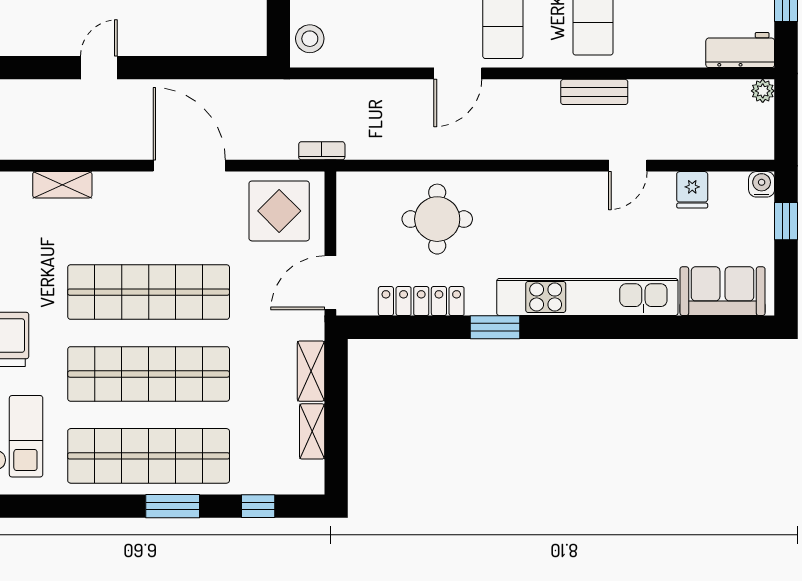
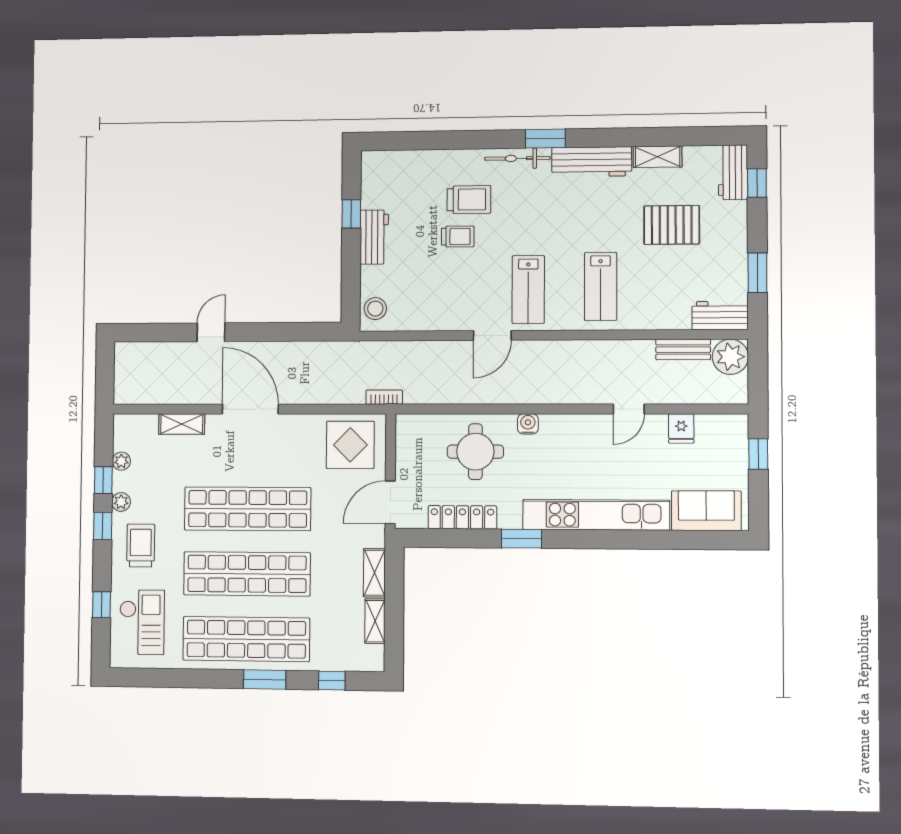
plant: (763, 91) -> (730, 357), width x1.87, depth x1.87
bench: (594, 92) -> (683, 350), moved
door: (189, 166) -> (250, 409), moved
water cooler: (762, 184) -> (528, 424), moved

